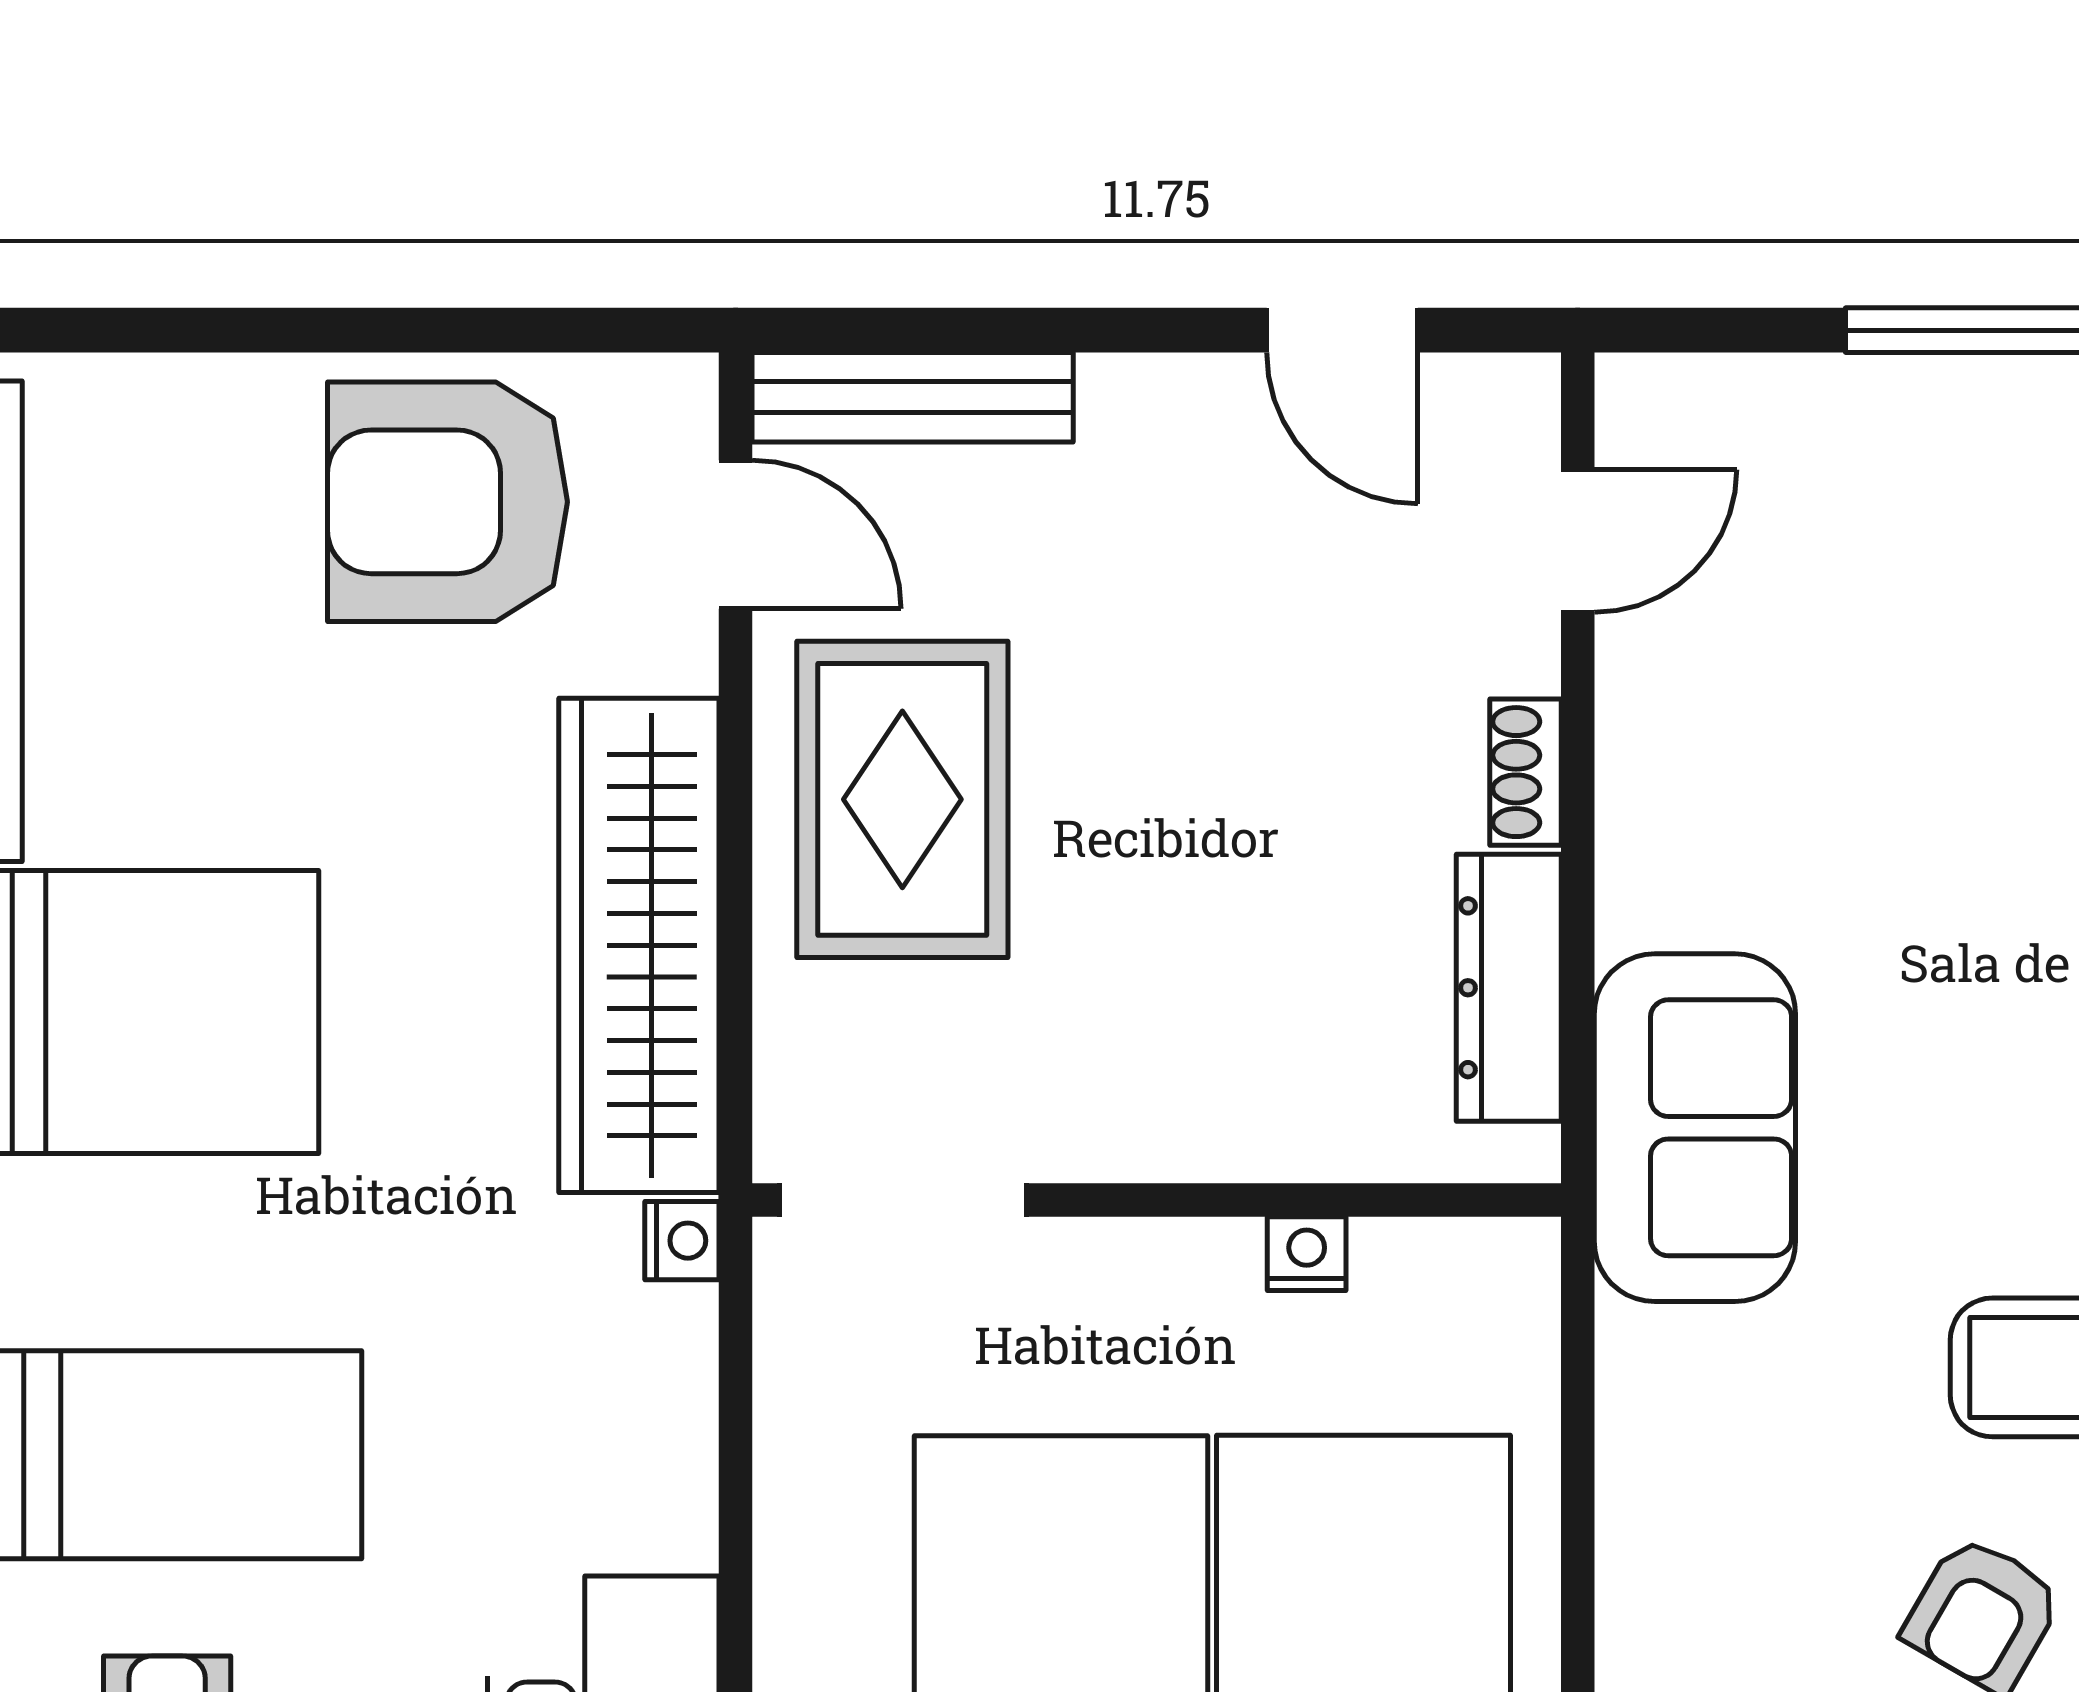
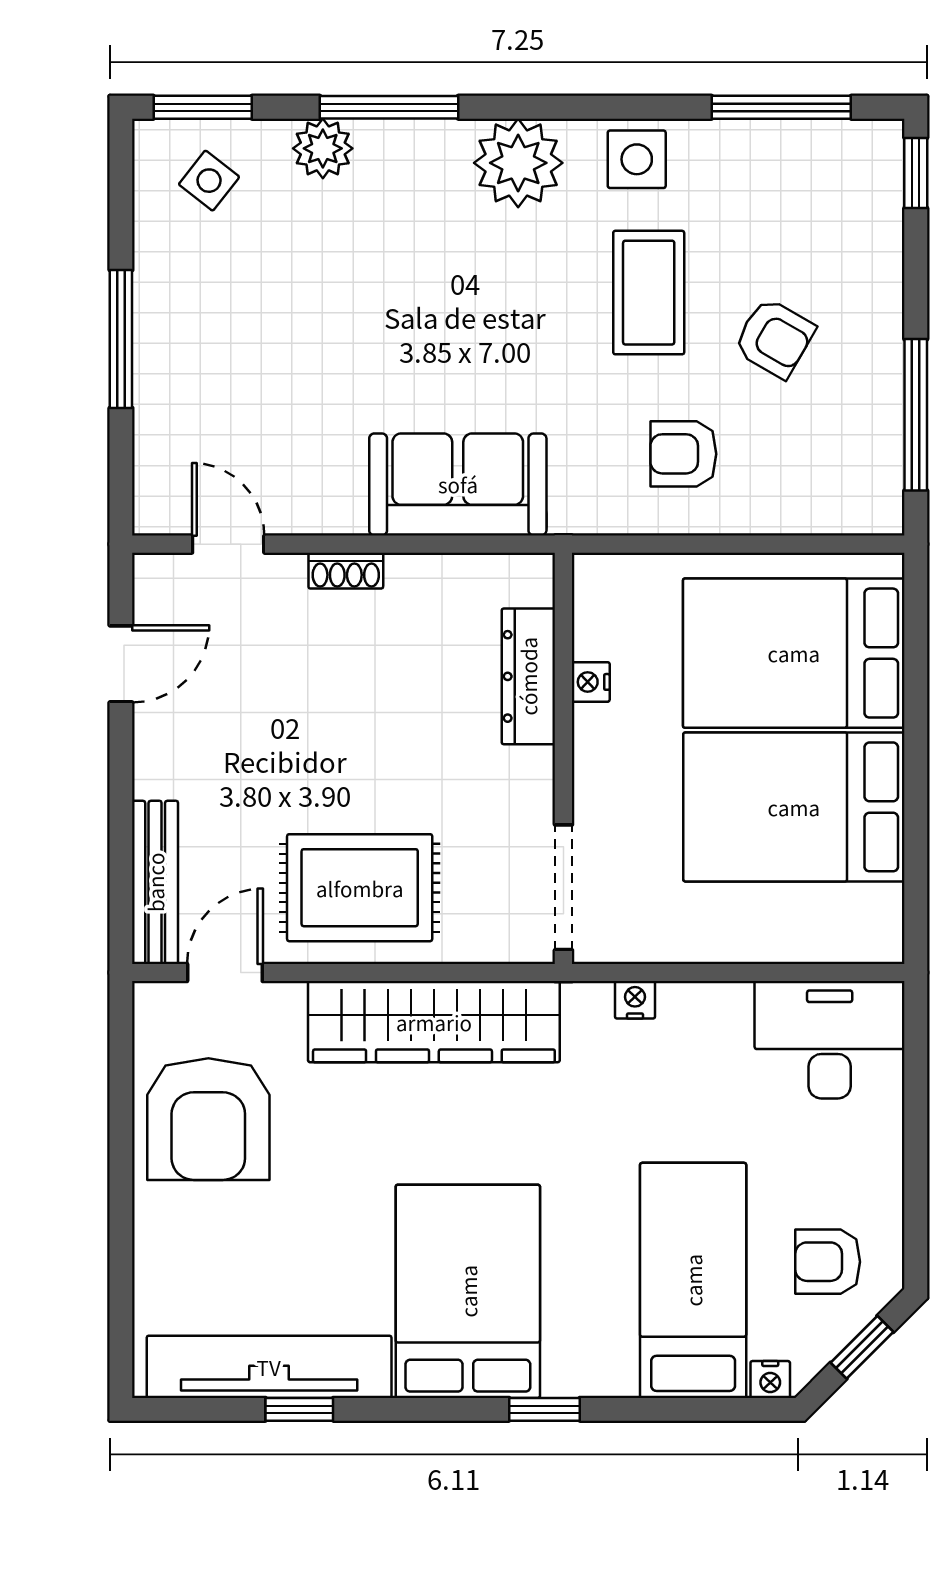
dresser: (1509, 988) -> (528, 676), moved, turned 90
sofa: (1695, 1128) -> (458, 484), moved
nightstand: (682, 1241) -> (635, 1000), moved
armchair: (1755, 1436) -> (683, 454), added

